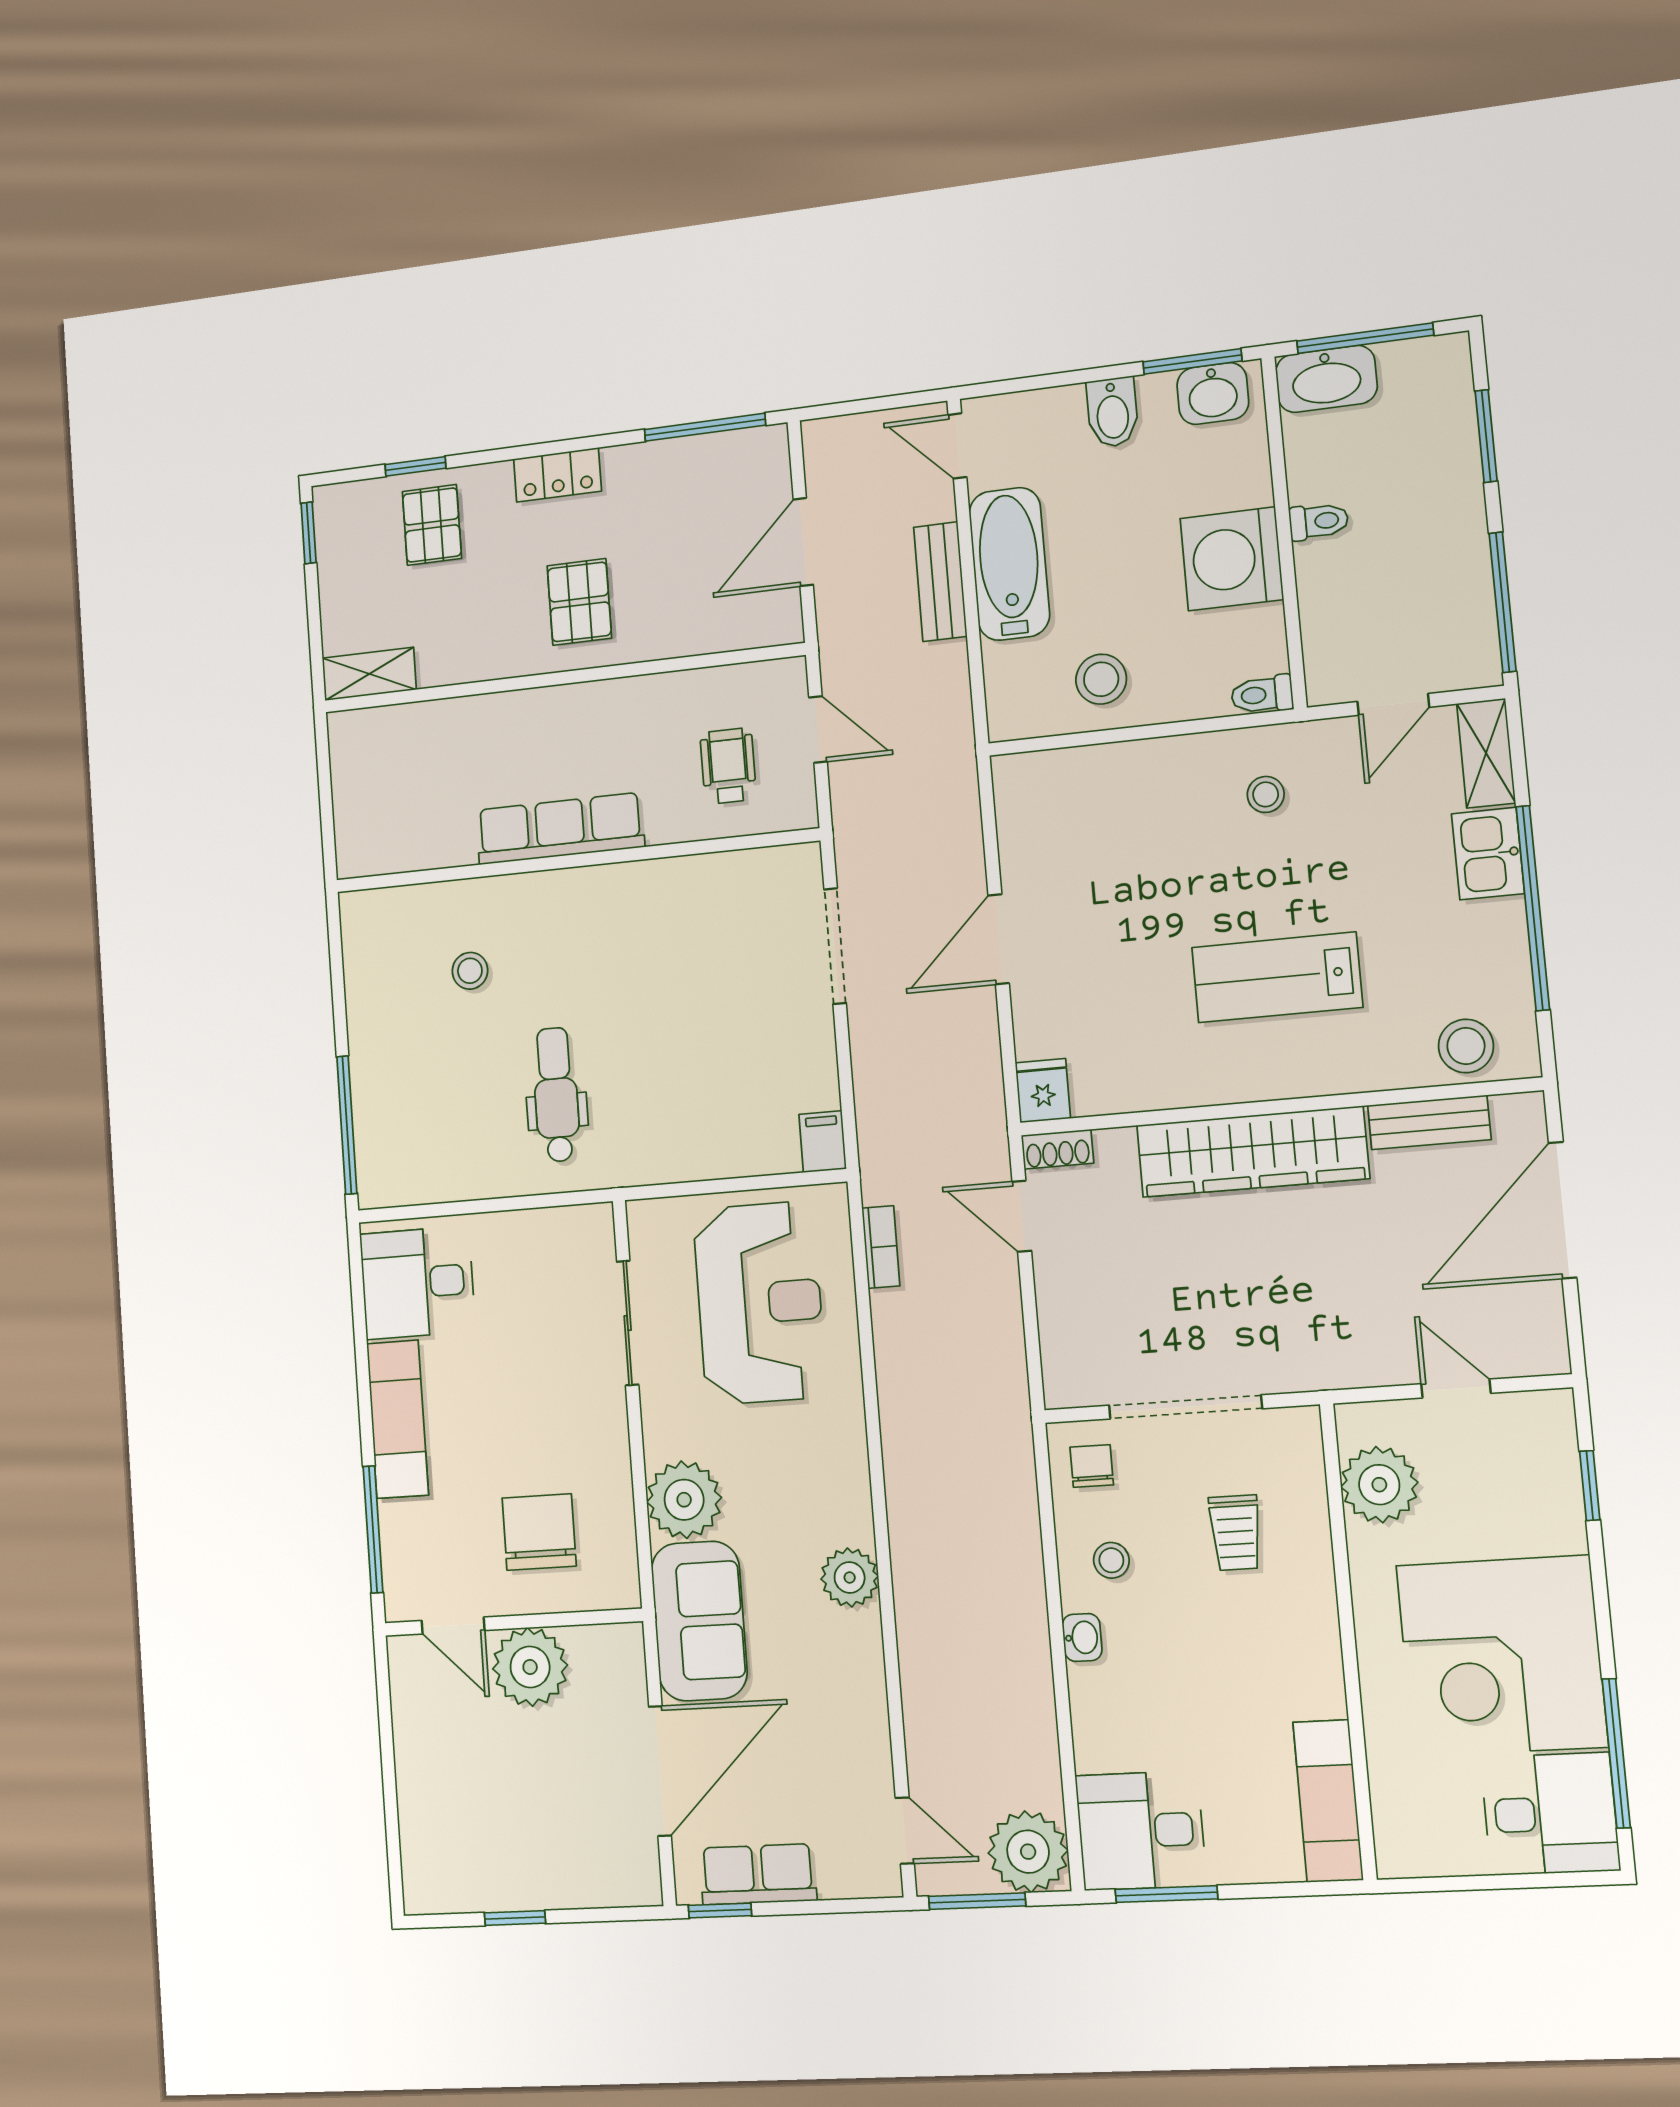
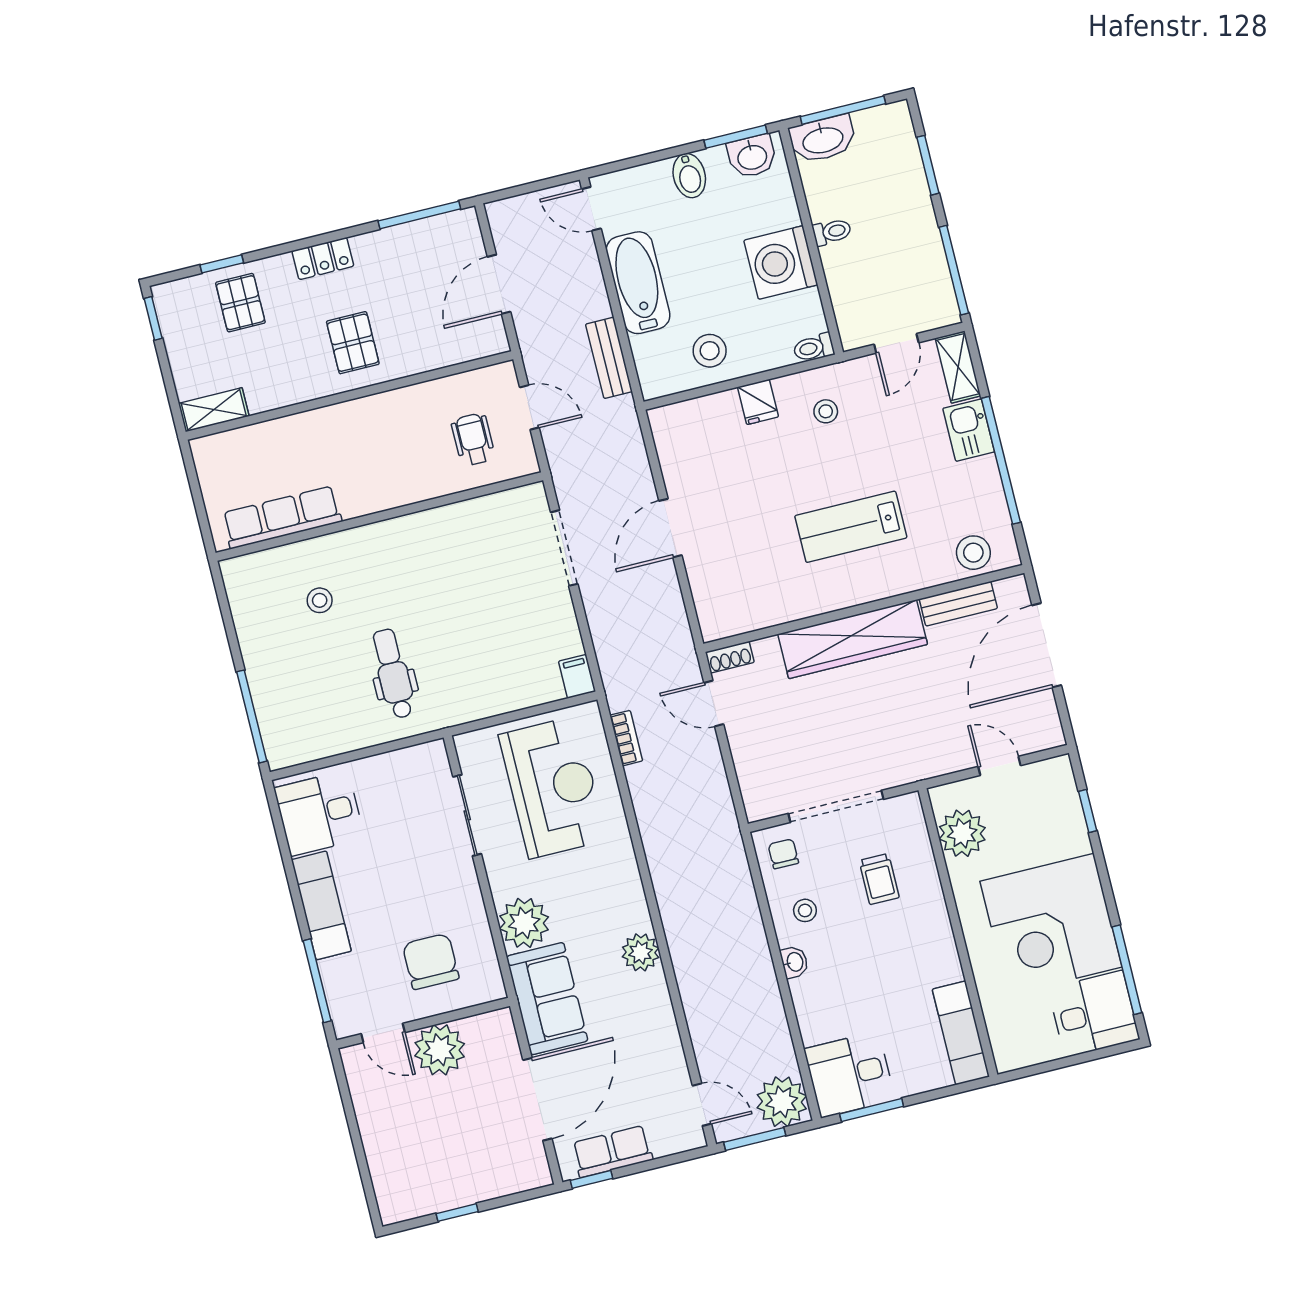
bench: (940, 582) -> (609, 358), moved
row of seats: (560, 829) -> (282, 517), moved
fridge: (1043, 1091) -> (758, 402), moved, turned 180

